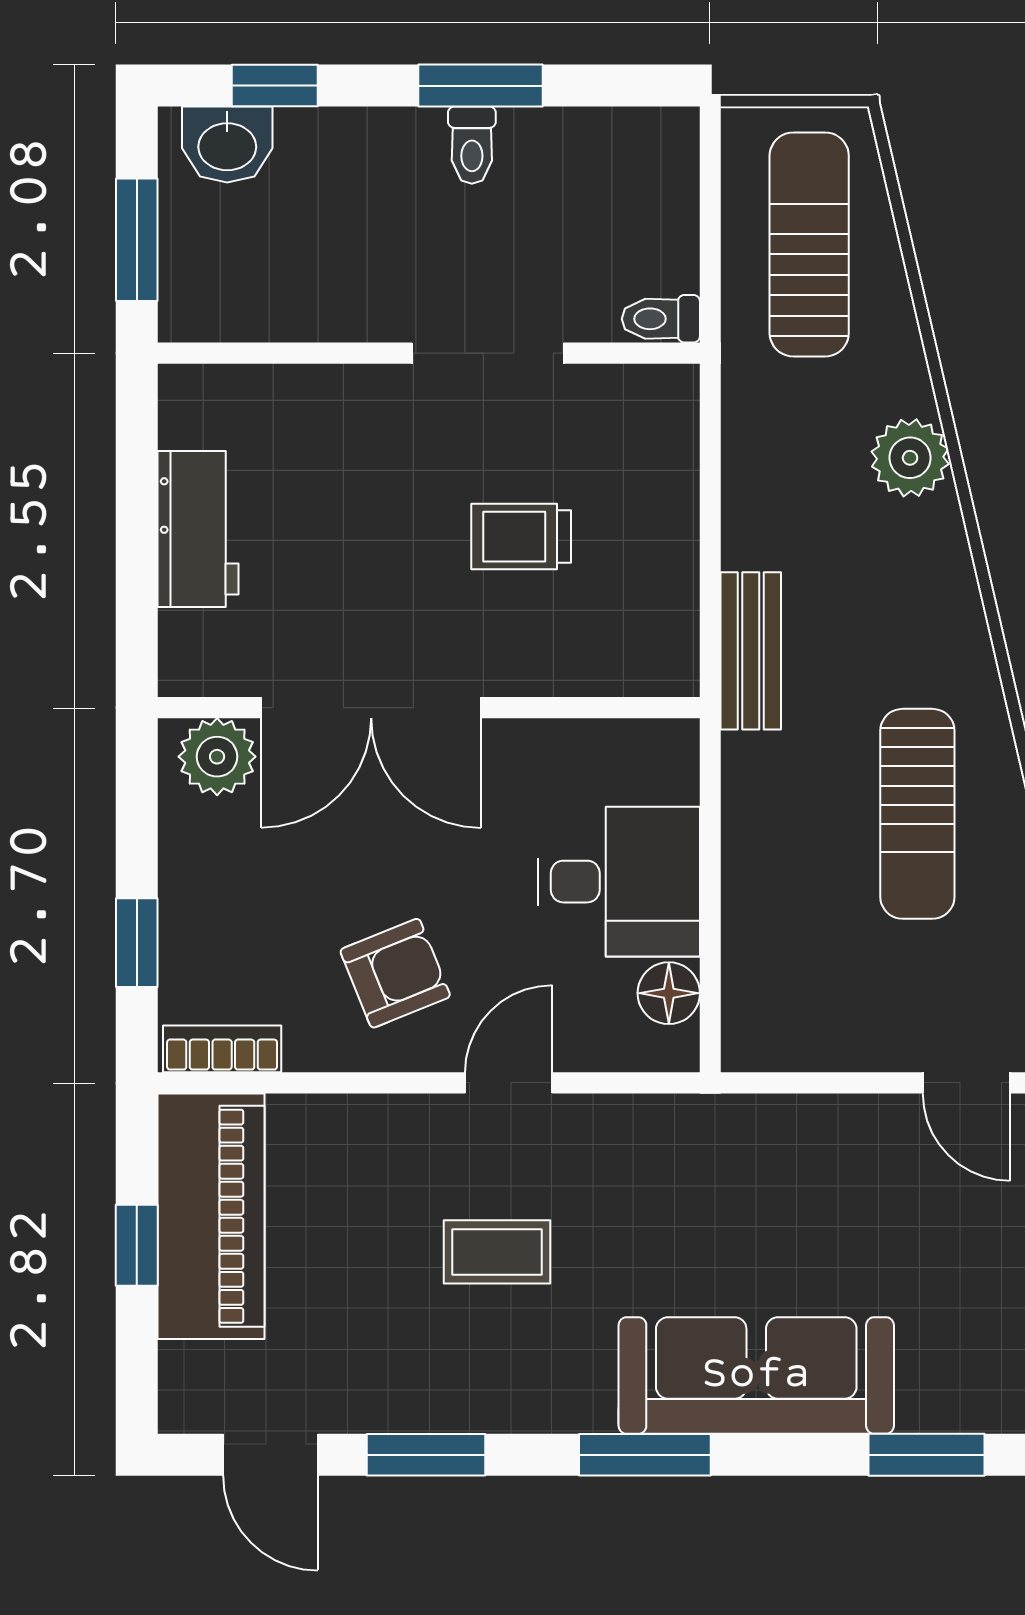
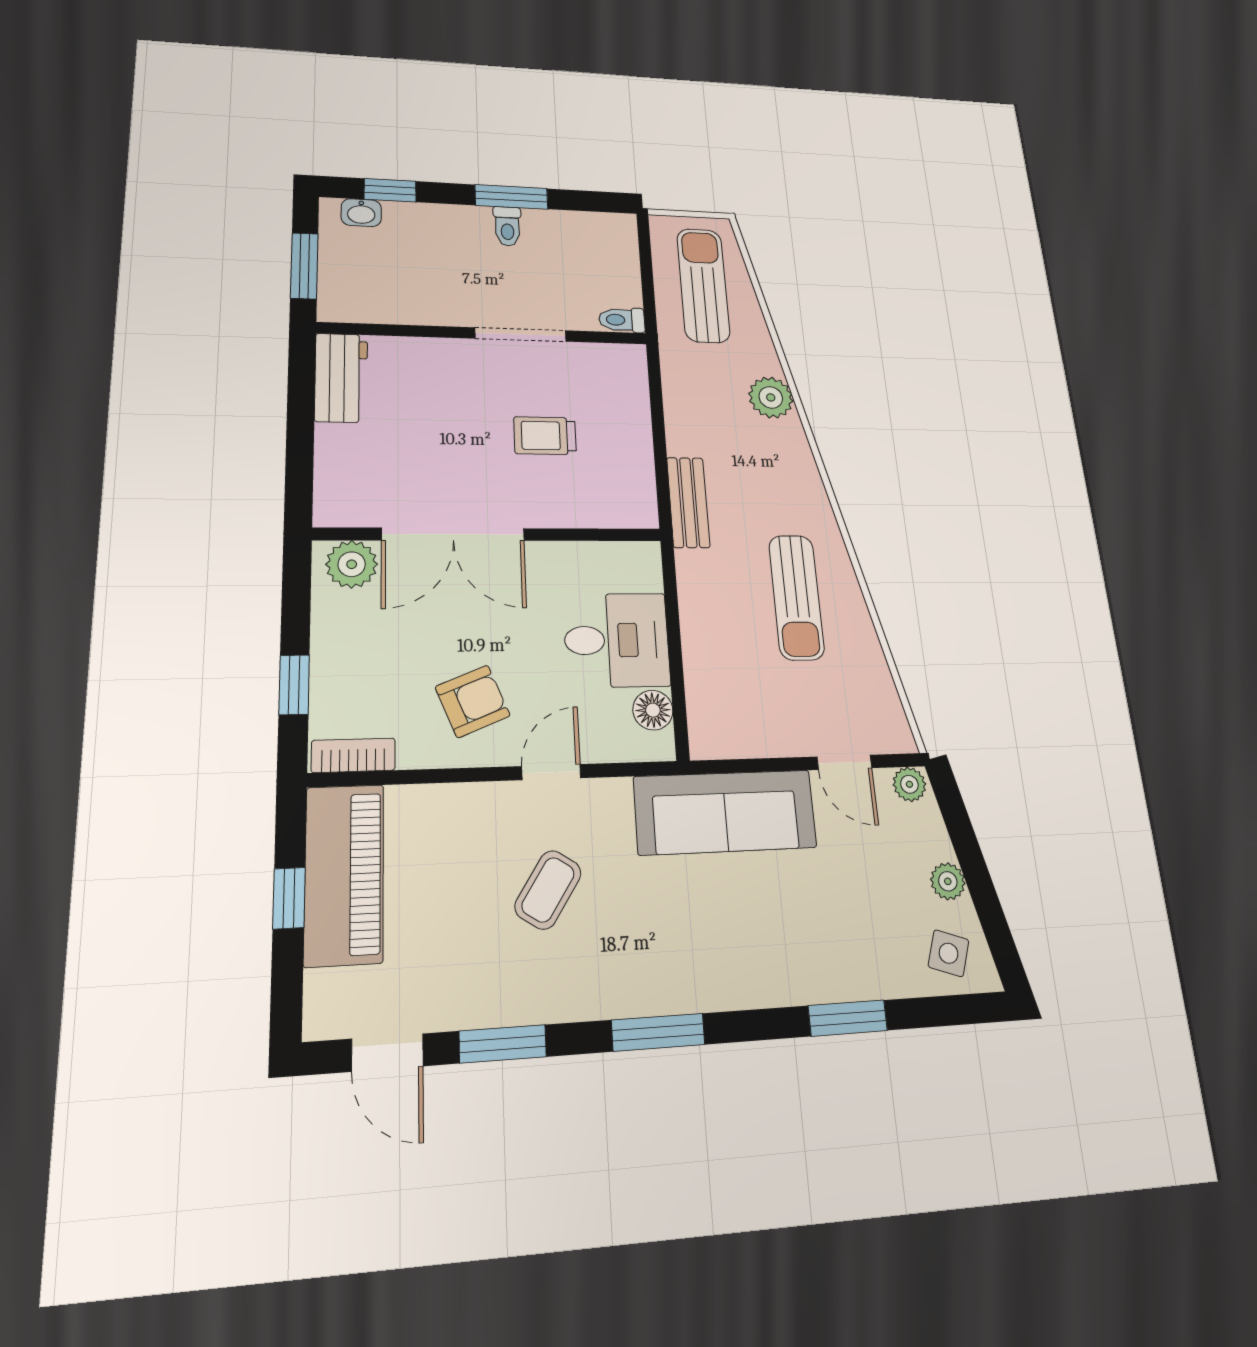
washbasin: (227, 144) -> (361, 213), width x0.72, depth x0.69
workbench: (198, 529) -> (341, 378), moved
coffee table: (497, 1252) -> (548, 890), turned -57
sofa: (756, 1375) -> (725, 812), moved, turned 180

